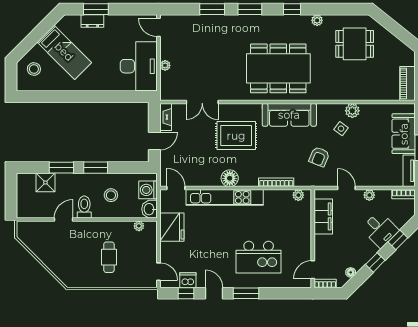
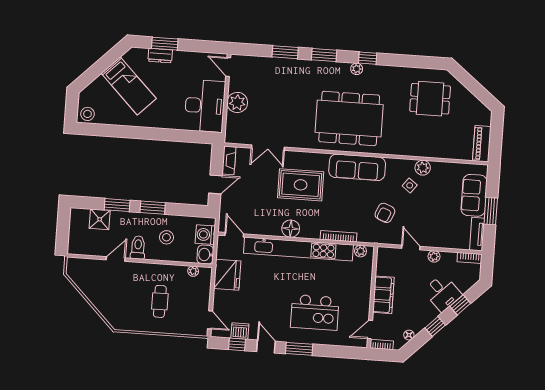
plant: (317, 20) -> (357, 69), moved
plant: (165, 65) -> (237, 102), width x1.88, depth x1.88
stool: (34, 69) -> (87, 114), moved
kitchen unit: (225, 197) -> (298, 249), width x1.36
filing cabinet: (323, 216) -> (383, 295), moved

